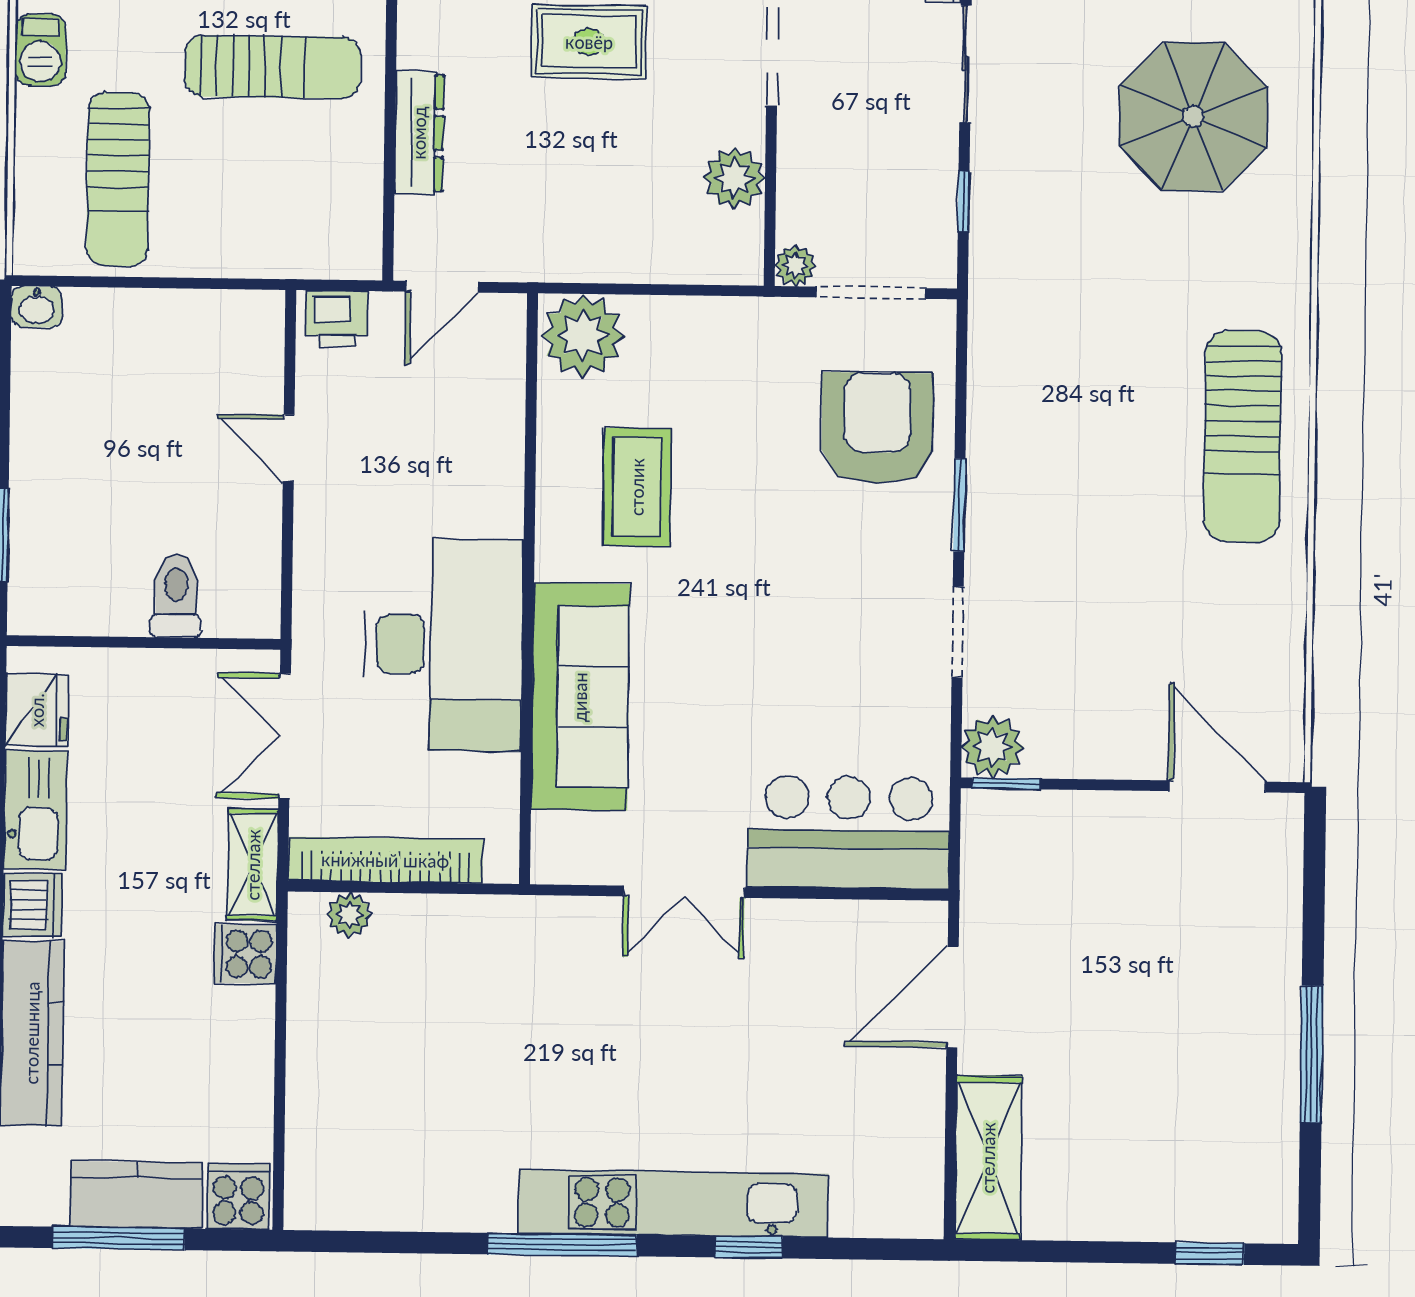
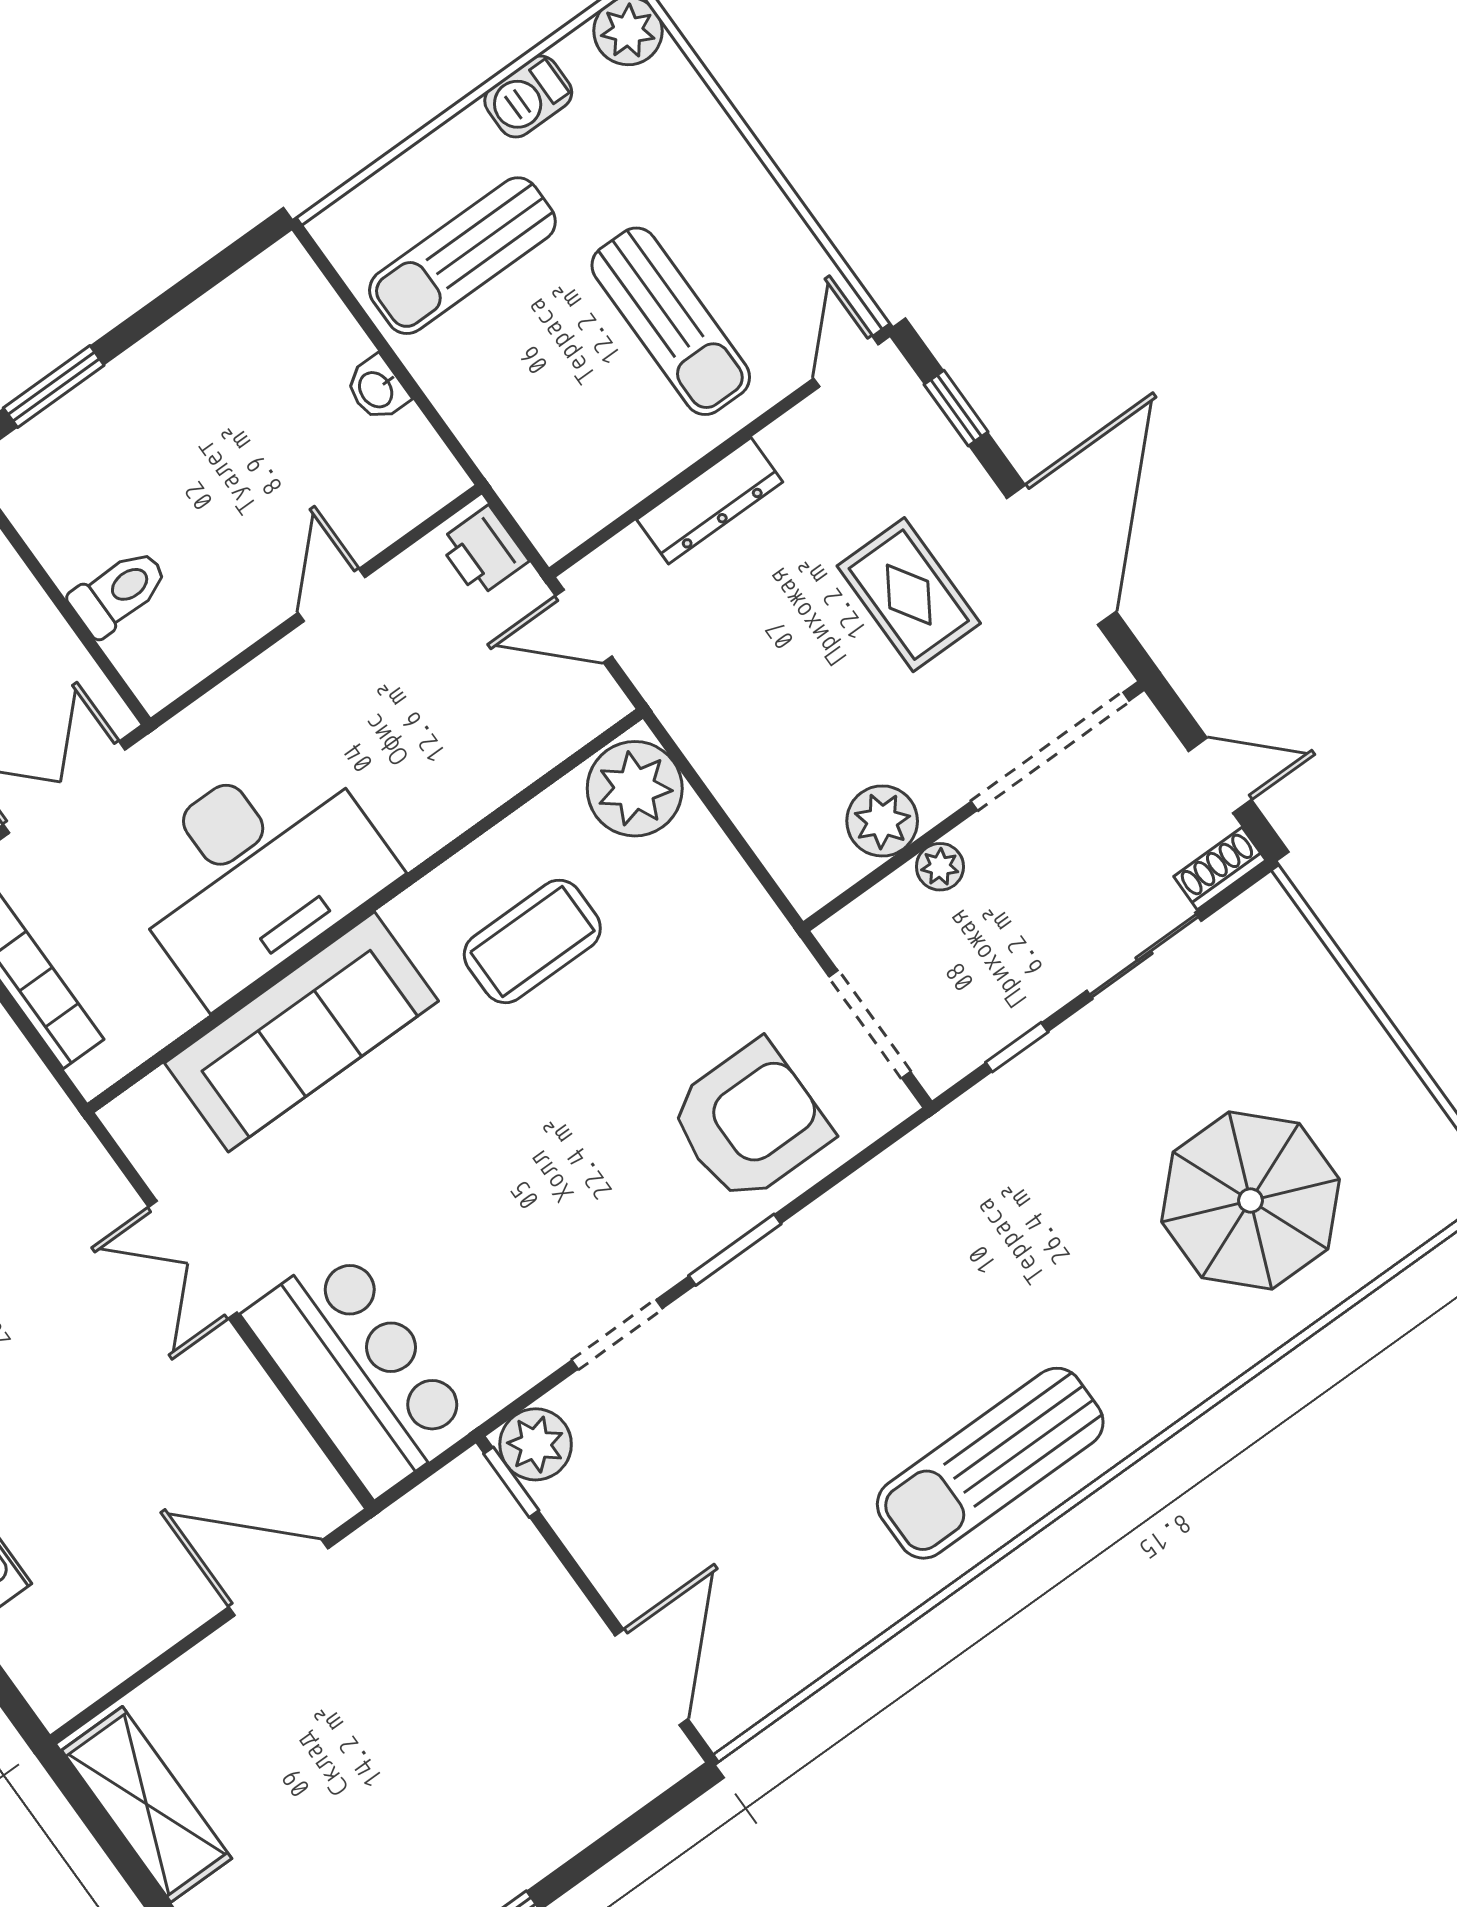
plant: (795, 266) -> (940, 867), moved
washbasin: (37, 307) -> (377, 389), moved
shelving: (988, 1158) -> (147, 1804), moved, turned 90

